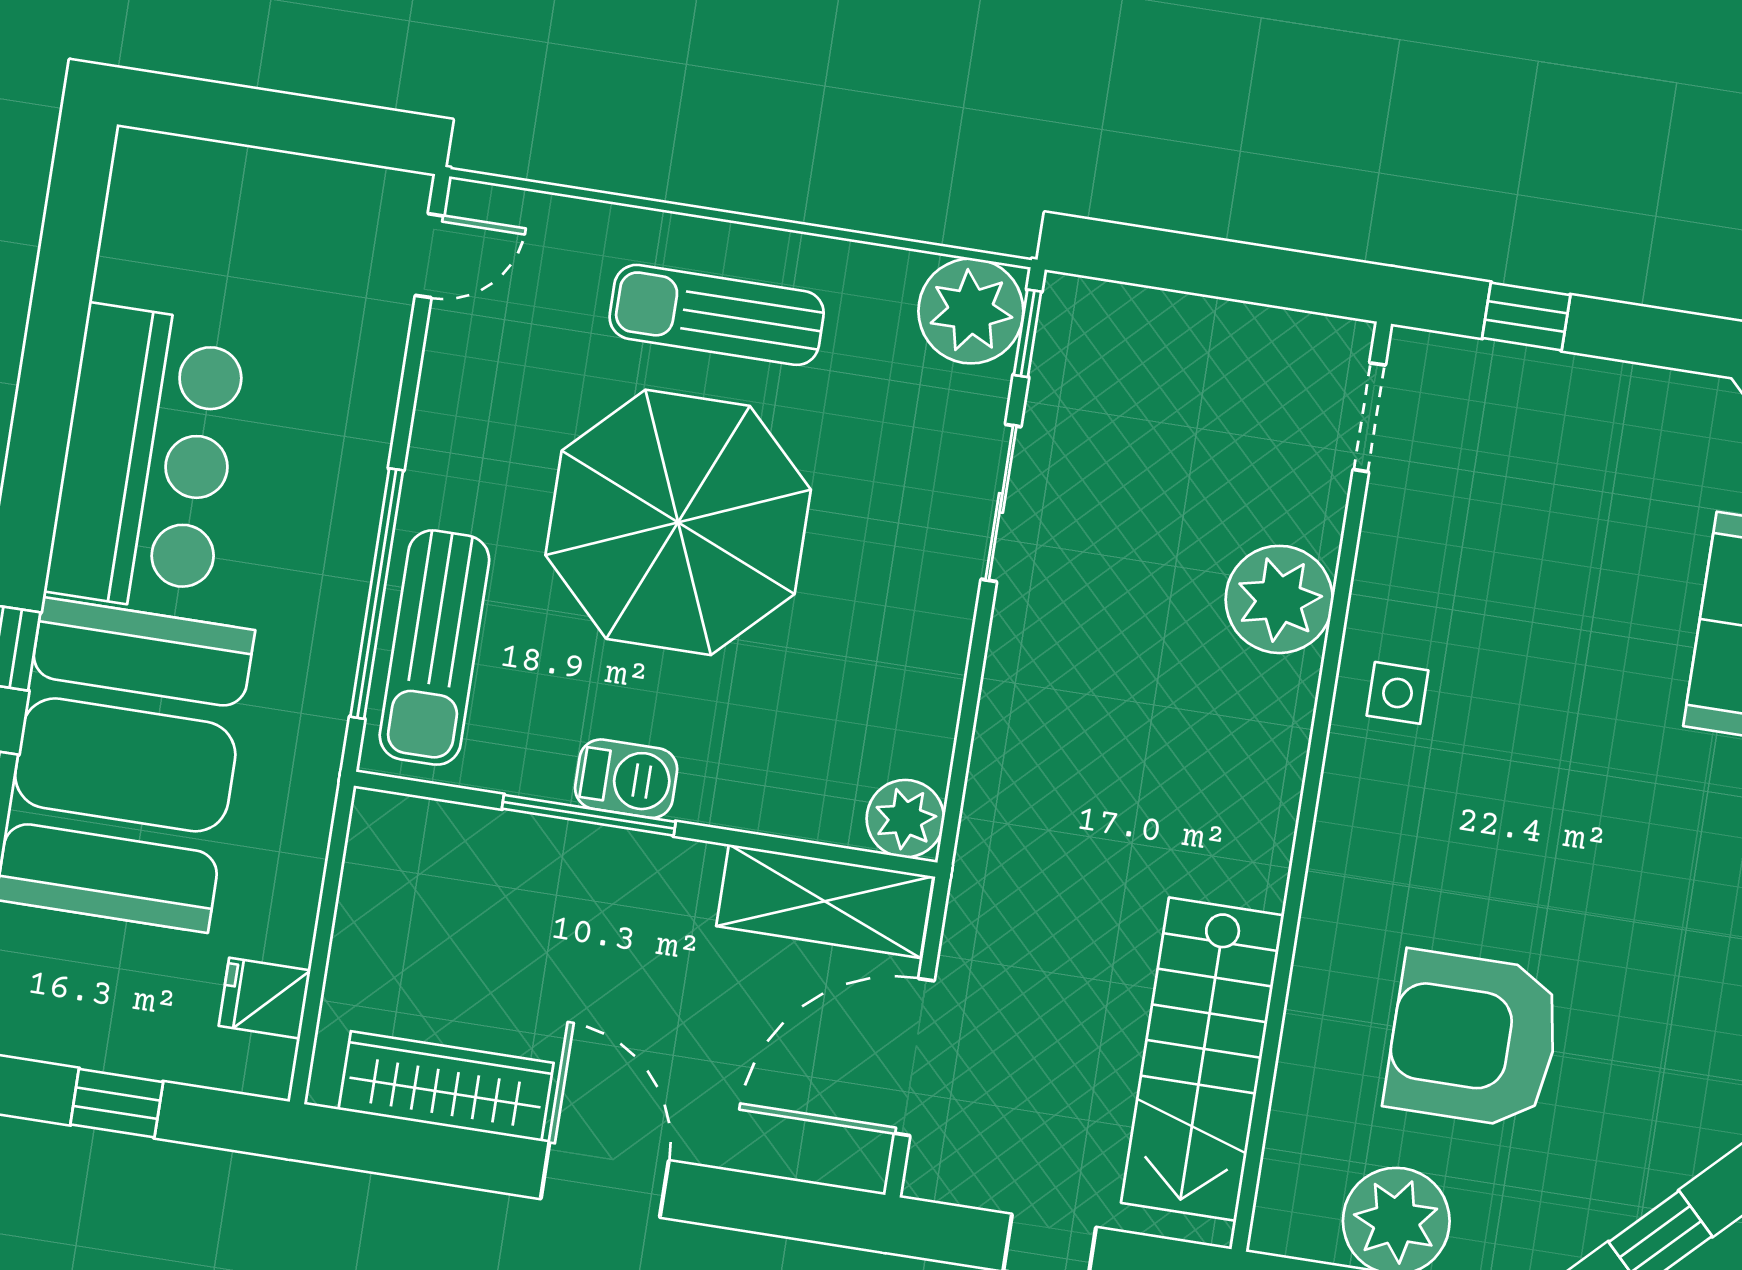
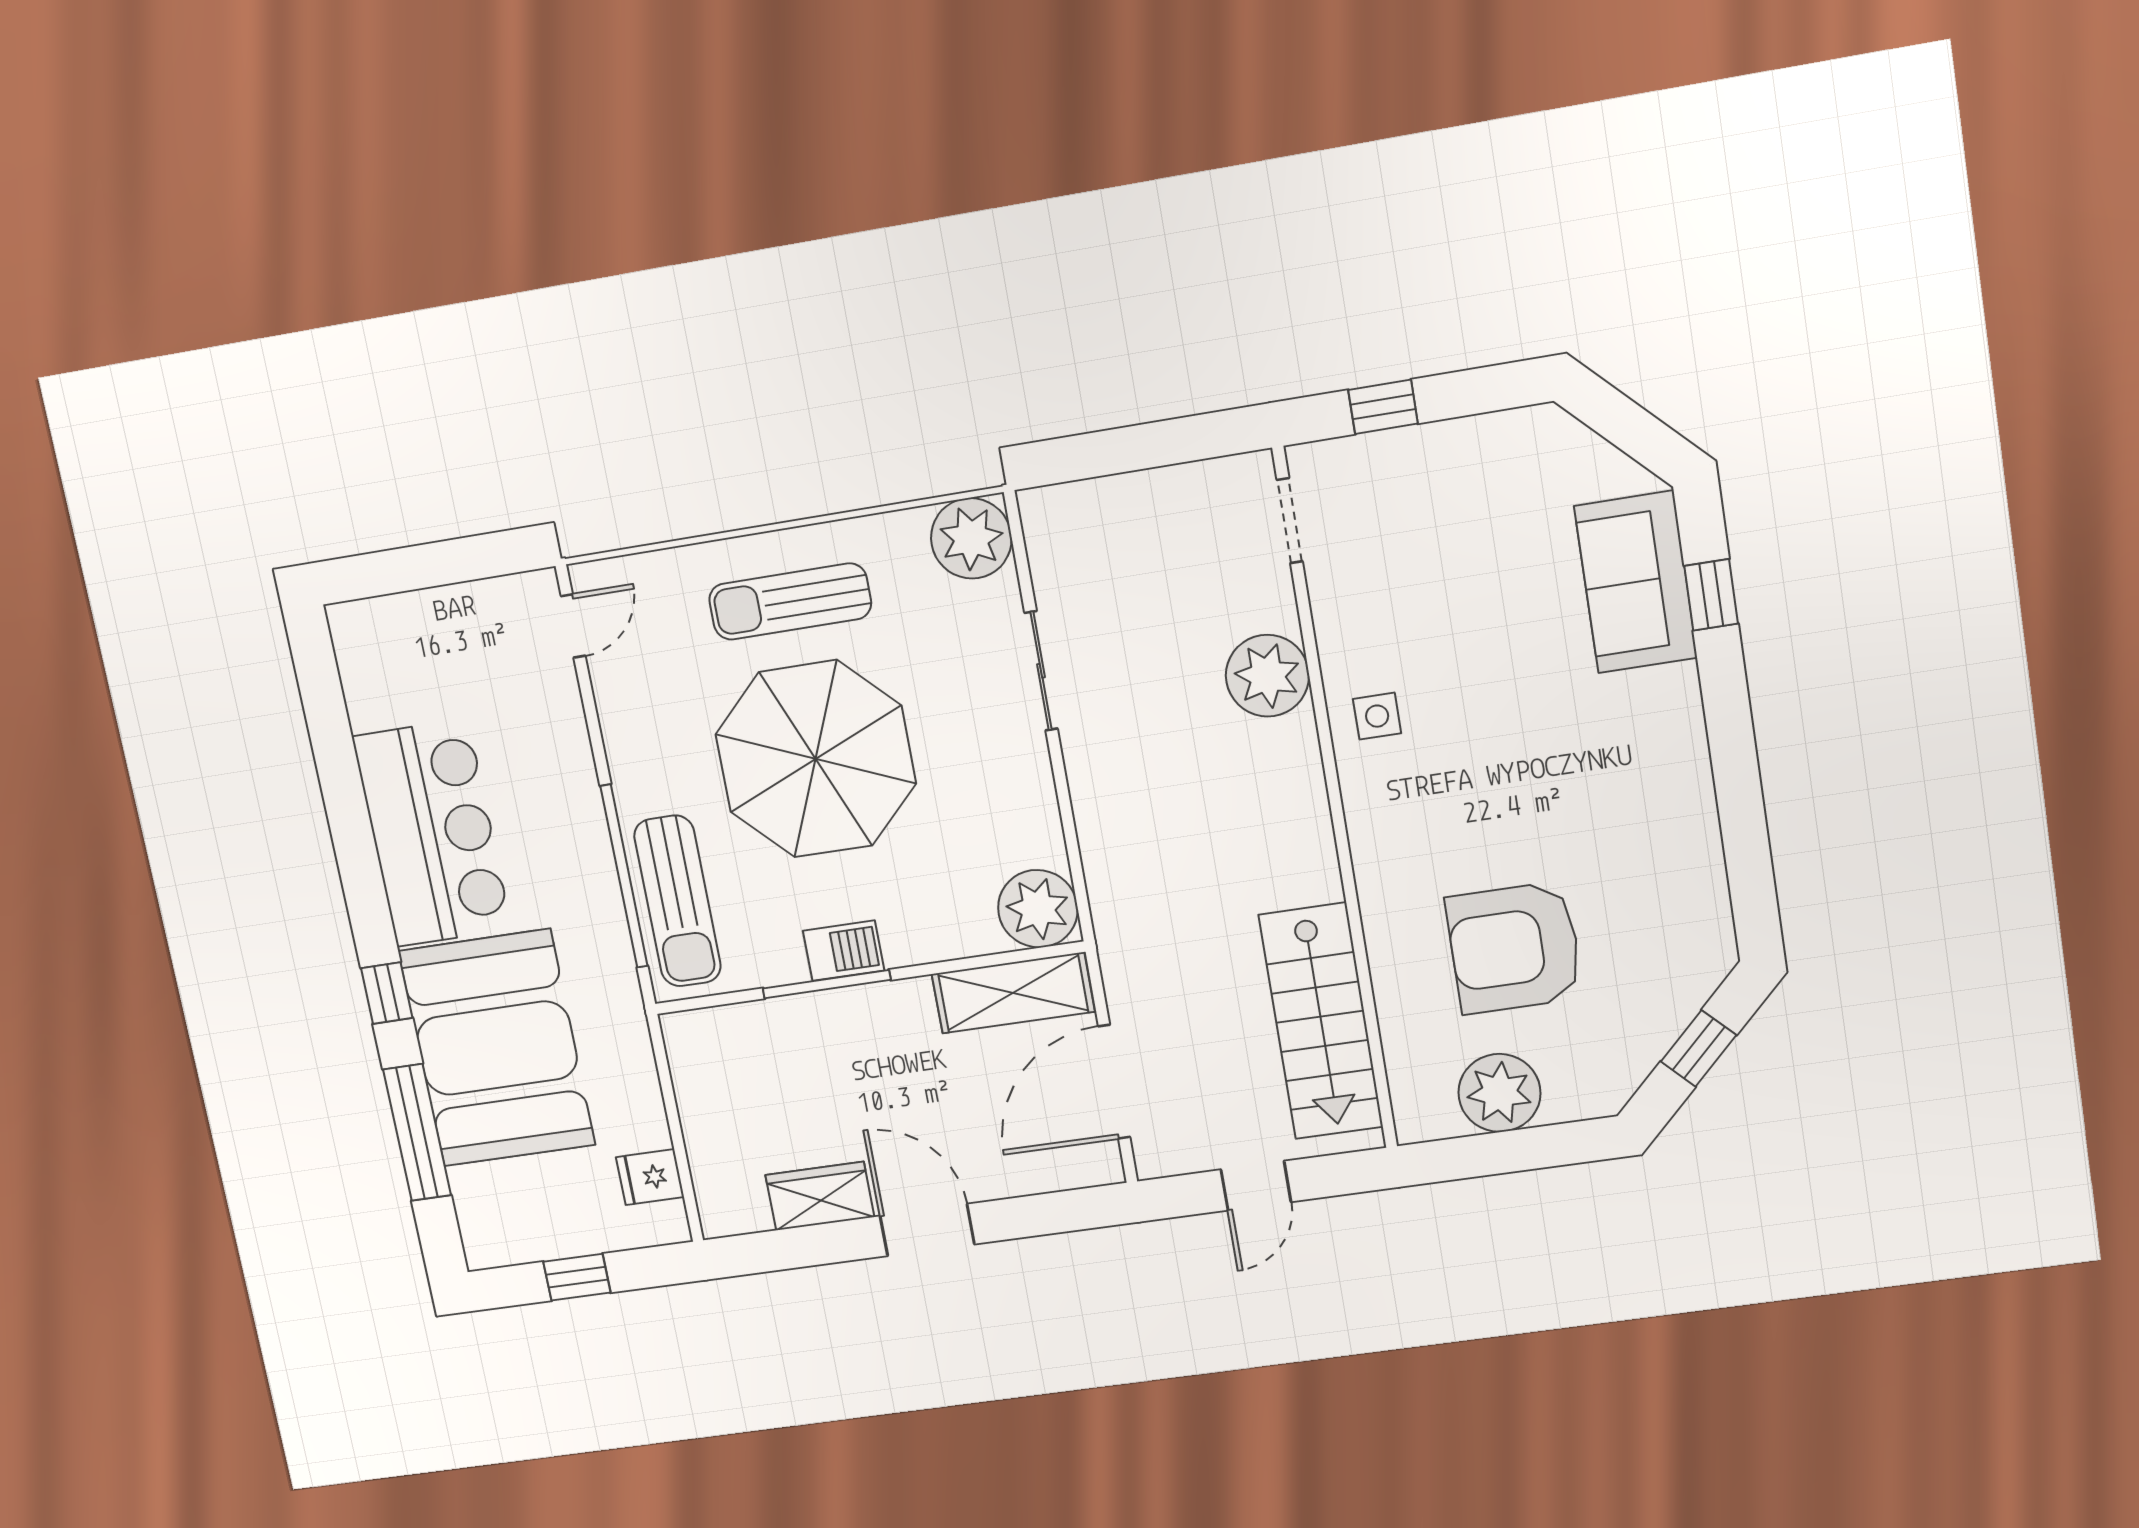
window: (1028, 333) -> (1018, 541), removed
plant: (905, 819) -> (1038, 909), width x1.36, depth x1.36
wardrobe: (446, 1086) -> (820, 1196), width x0.67

